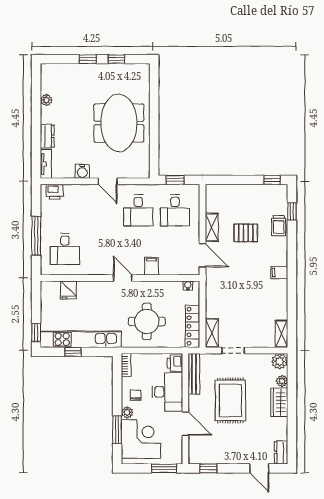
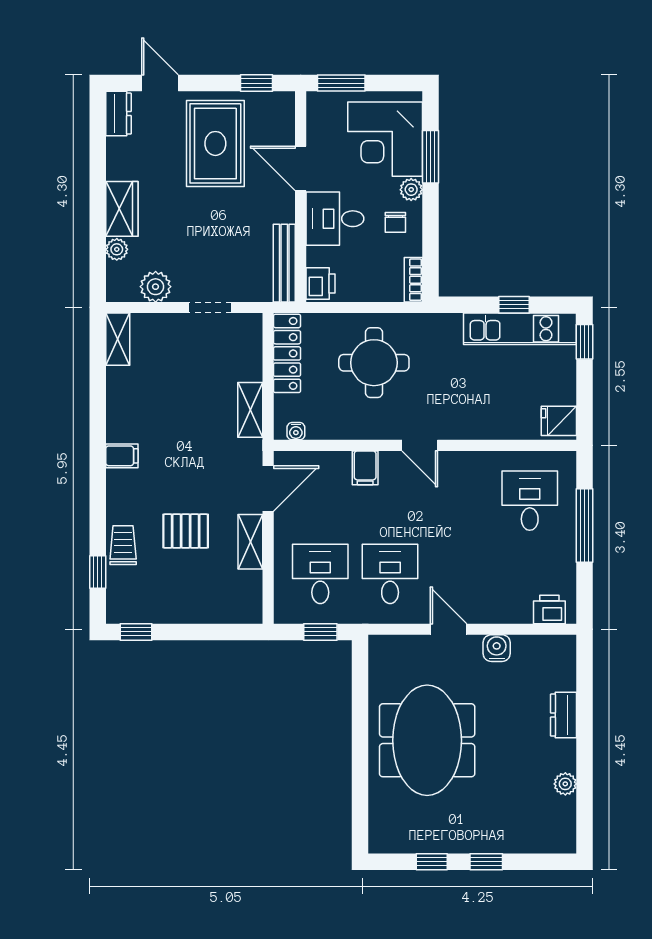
tv unit: (46, 164) -> (566, 662), removed
door: (202, 255) -> (268, 489), swing flipped
fridge: (68, 290) -> (559, 421), moved, turned -90
shelving: (212, 333) -> (250, 410), moved
kitchen unit: (81, 339) -> (520, 329), width x0.73
plant: (280, 361) -> (156, 287), moved
desk: (167, 392) -> (335, 219), width x0.73
rug: (230, 400) -> (215, 143), moved

